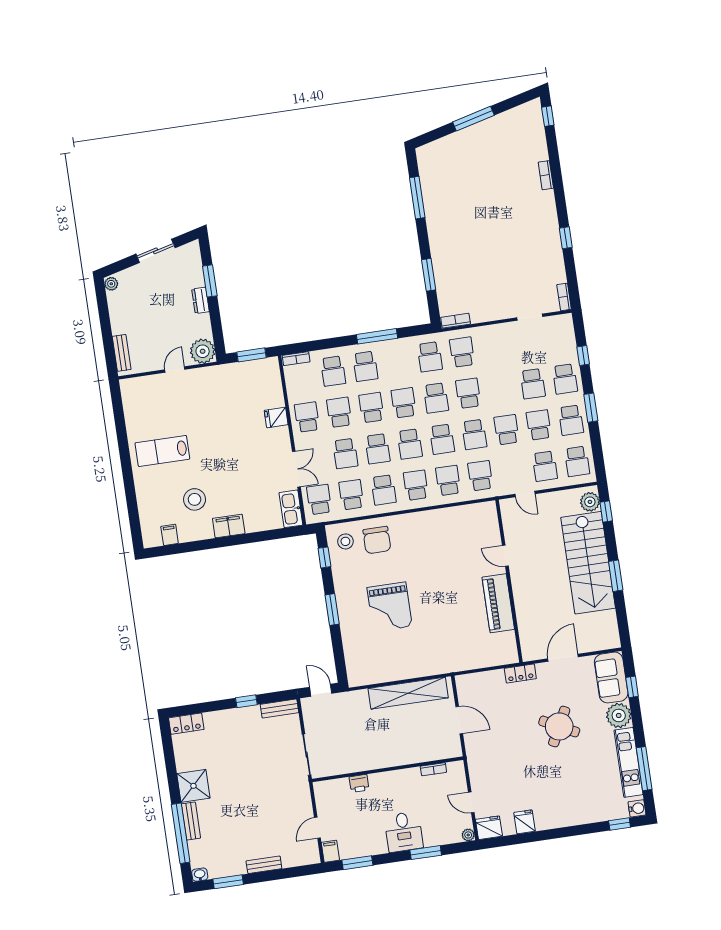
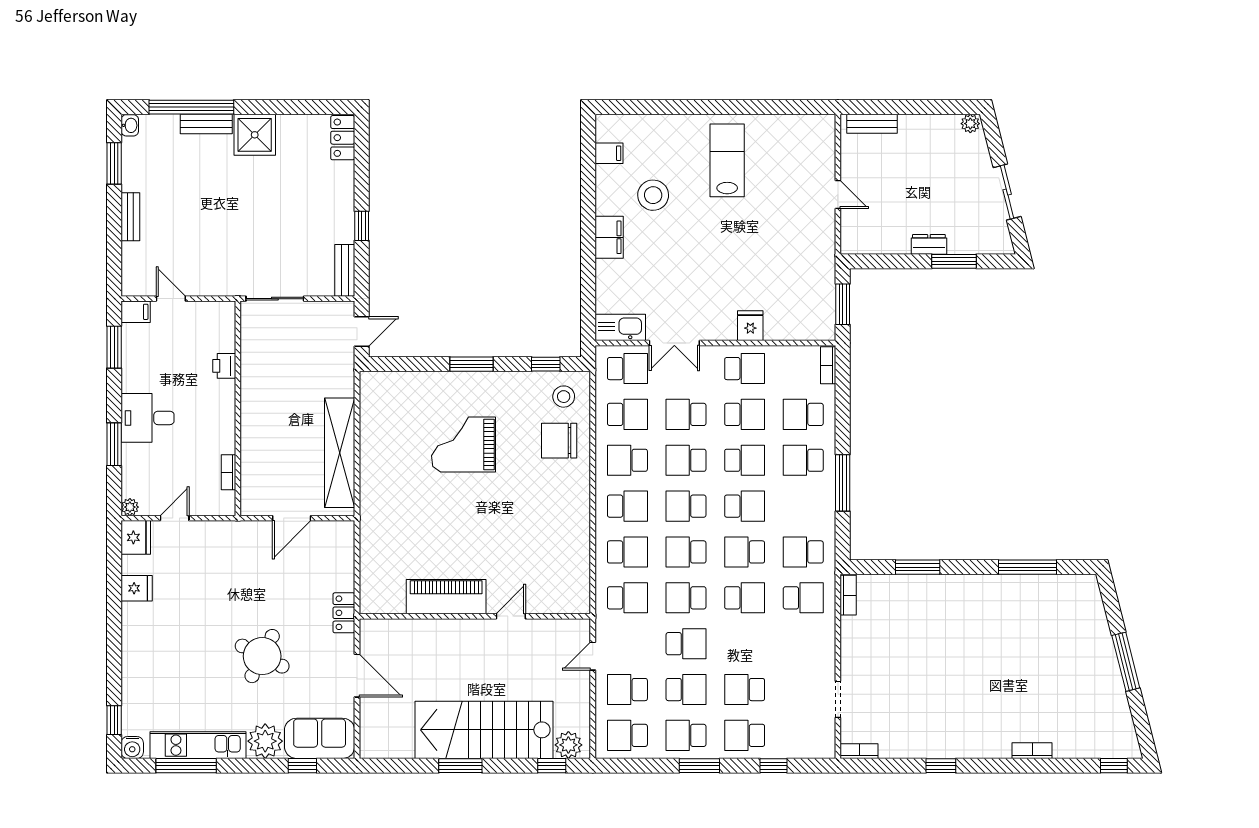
plant: (203, 351) -> (858, 237), removed

